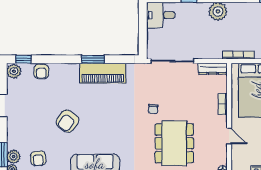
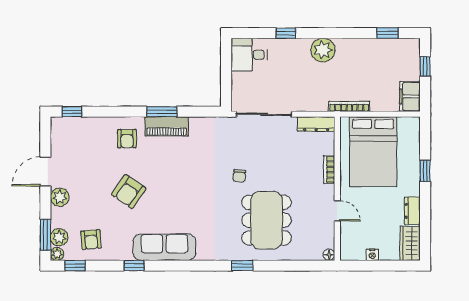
plant: (14, 71) -> (60, 197), moved
armchair: (41, 71) -> (127, 139), moved
piano: (103, 73) -> (167, 126), width x0.73, depth x0.75

